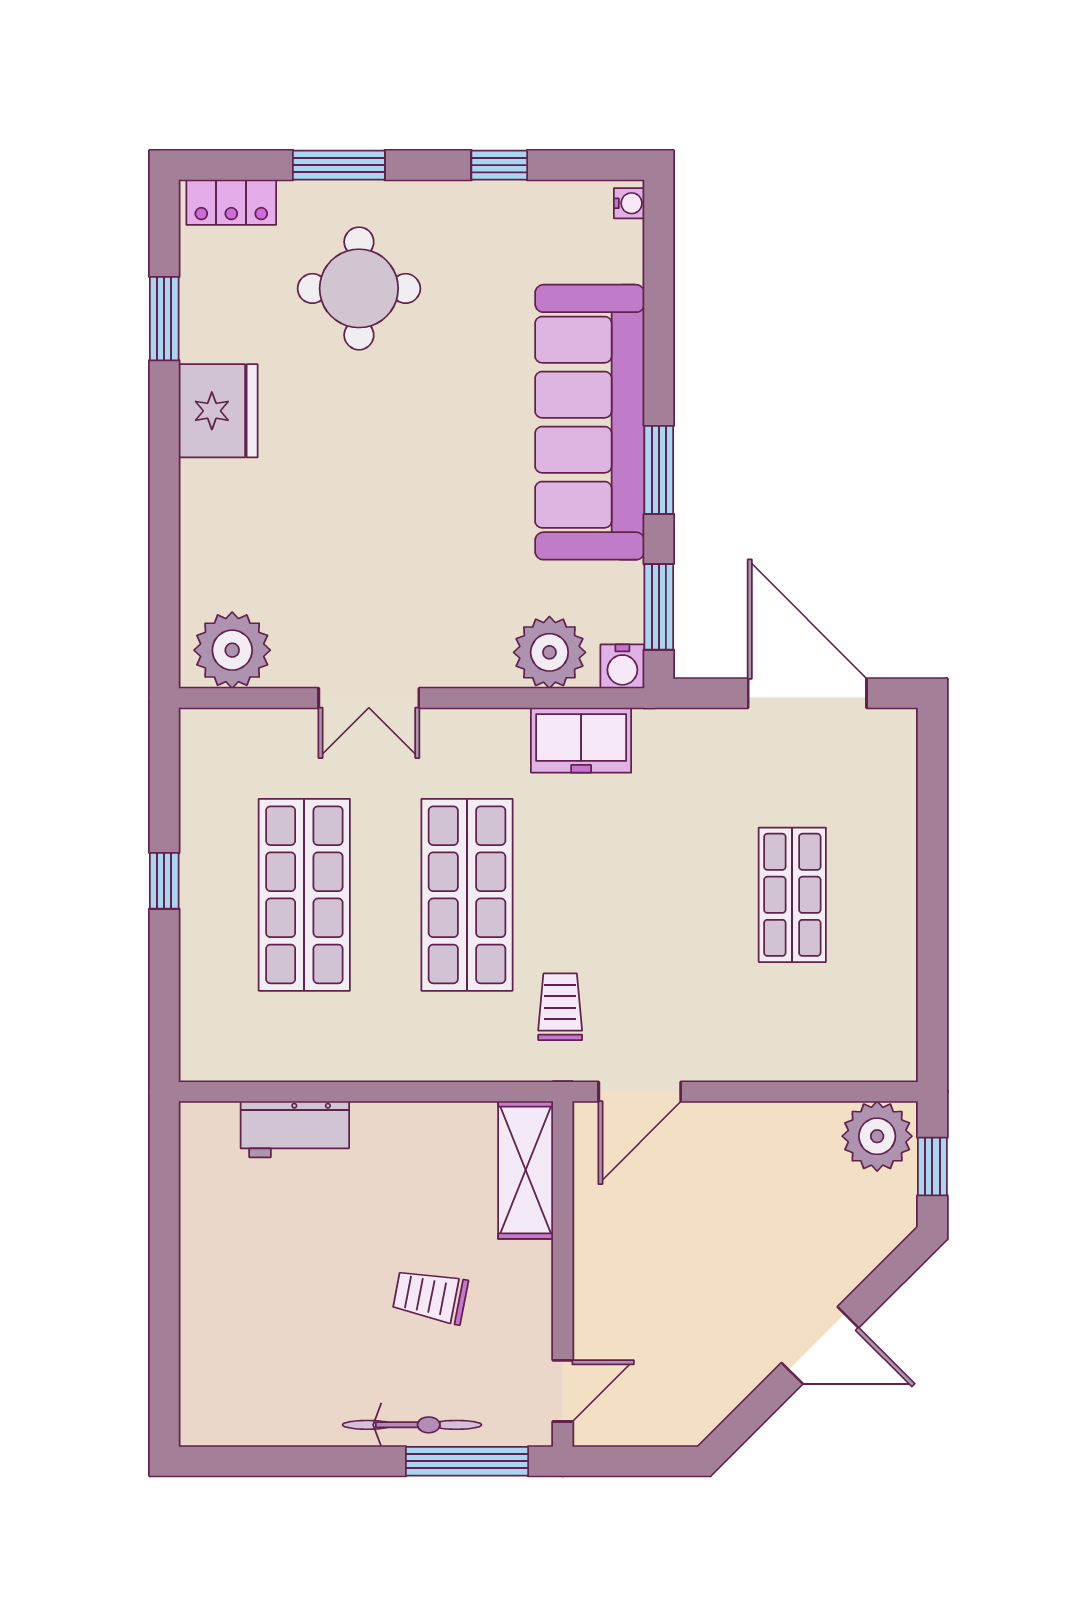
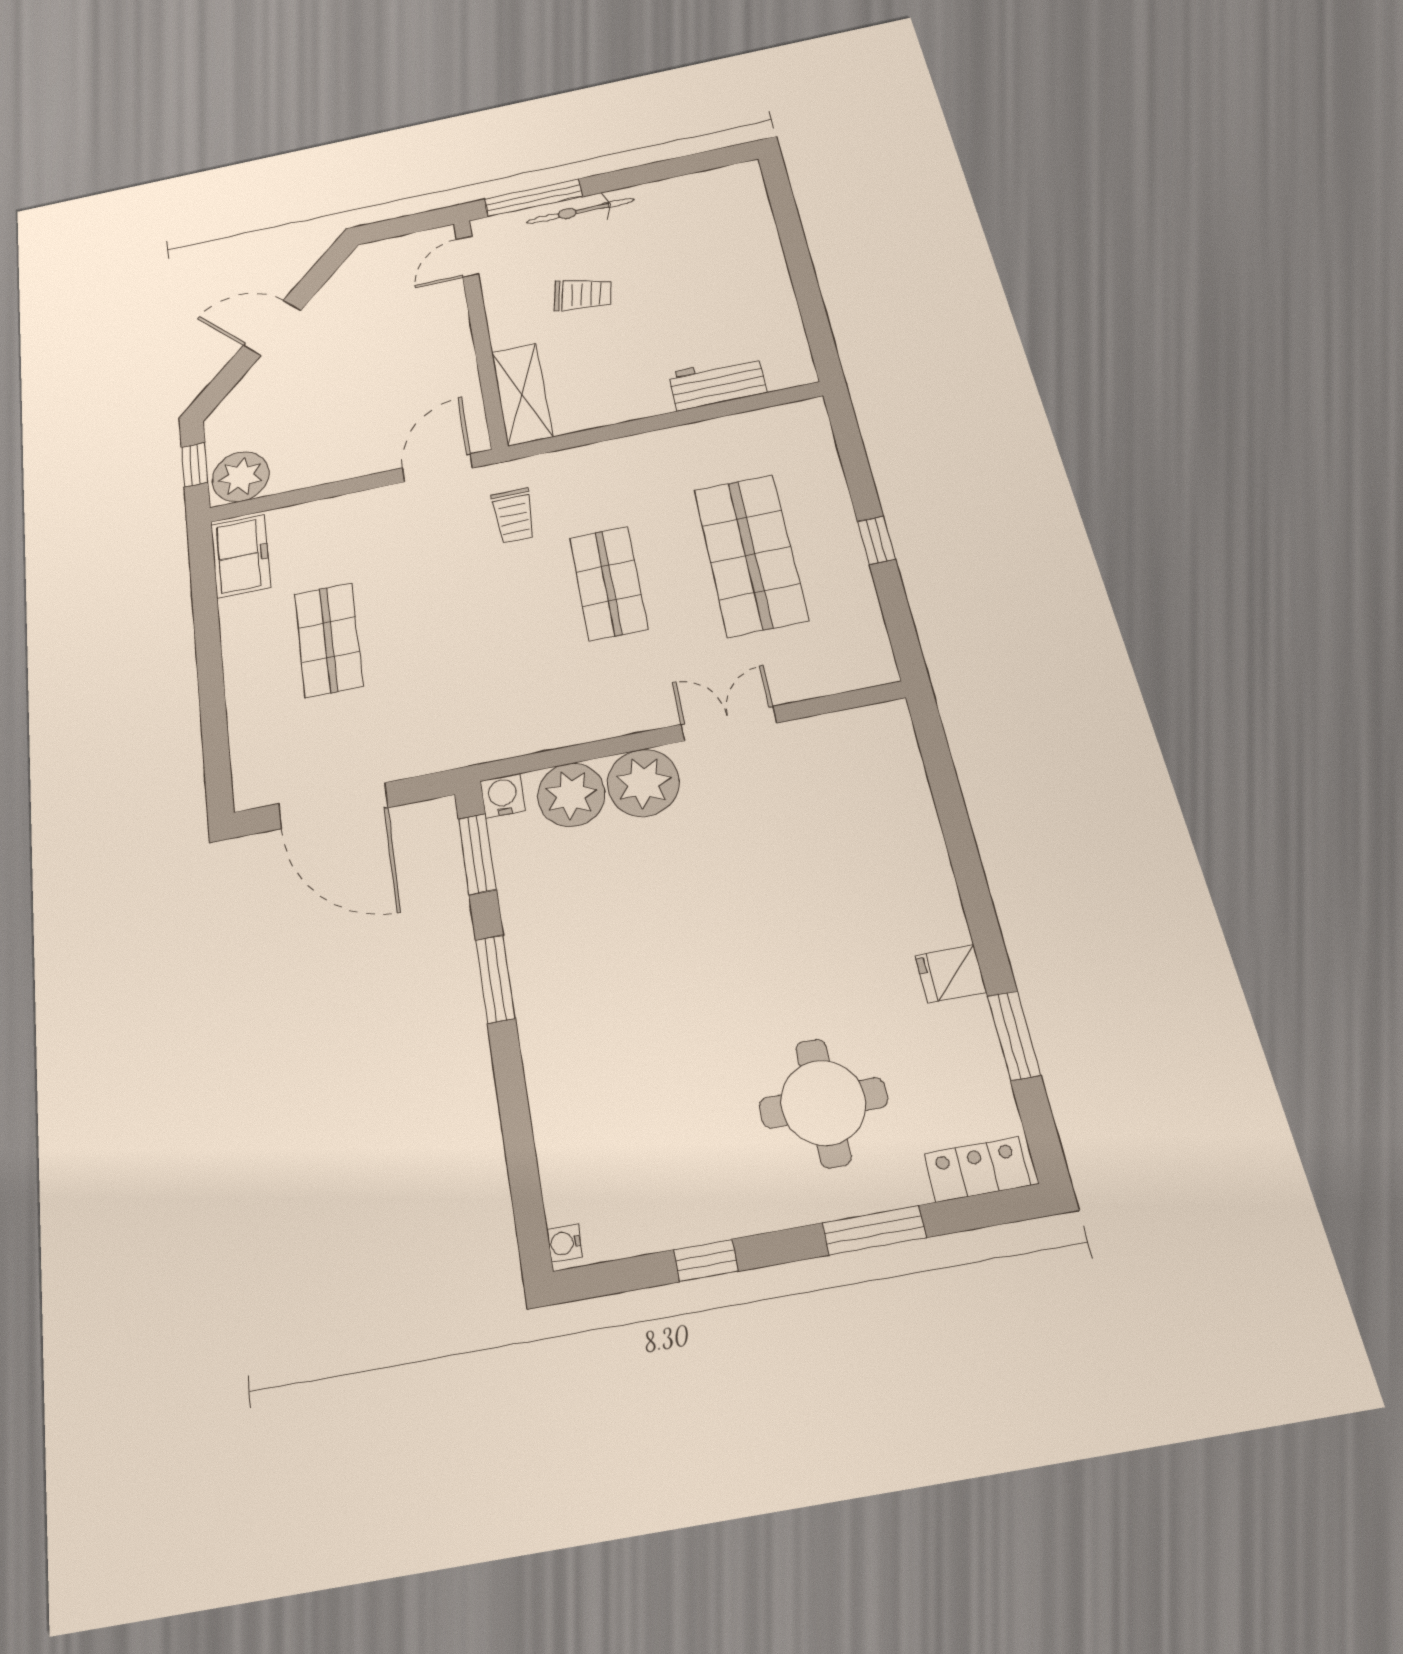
fridge: (218, 411) -> (951, 974), width x0.53, depth x0.75
sofa: (590, 422) -> (569, 1012), removed
plant: (232, 650) -> (643, 783), moved
freezer: (581, 740) -> (241, 556), moved, turned 90
shop shelf: (467, 895) -> (608, 583), width x0.70, depth x0.74

